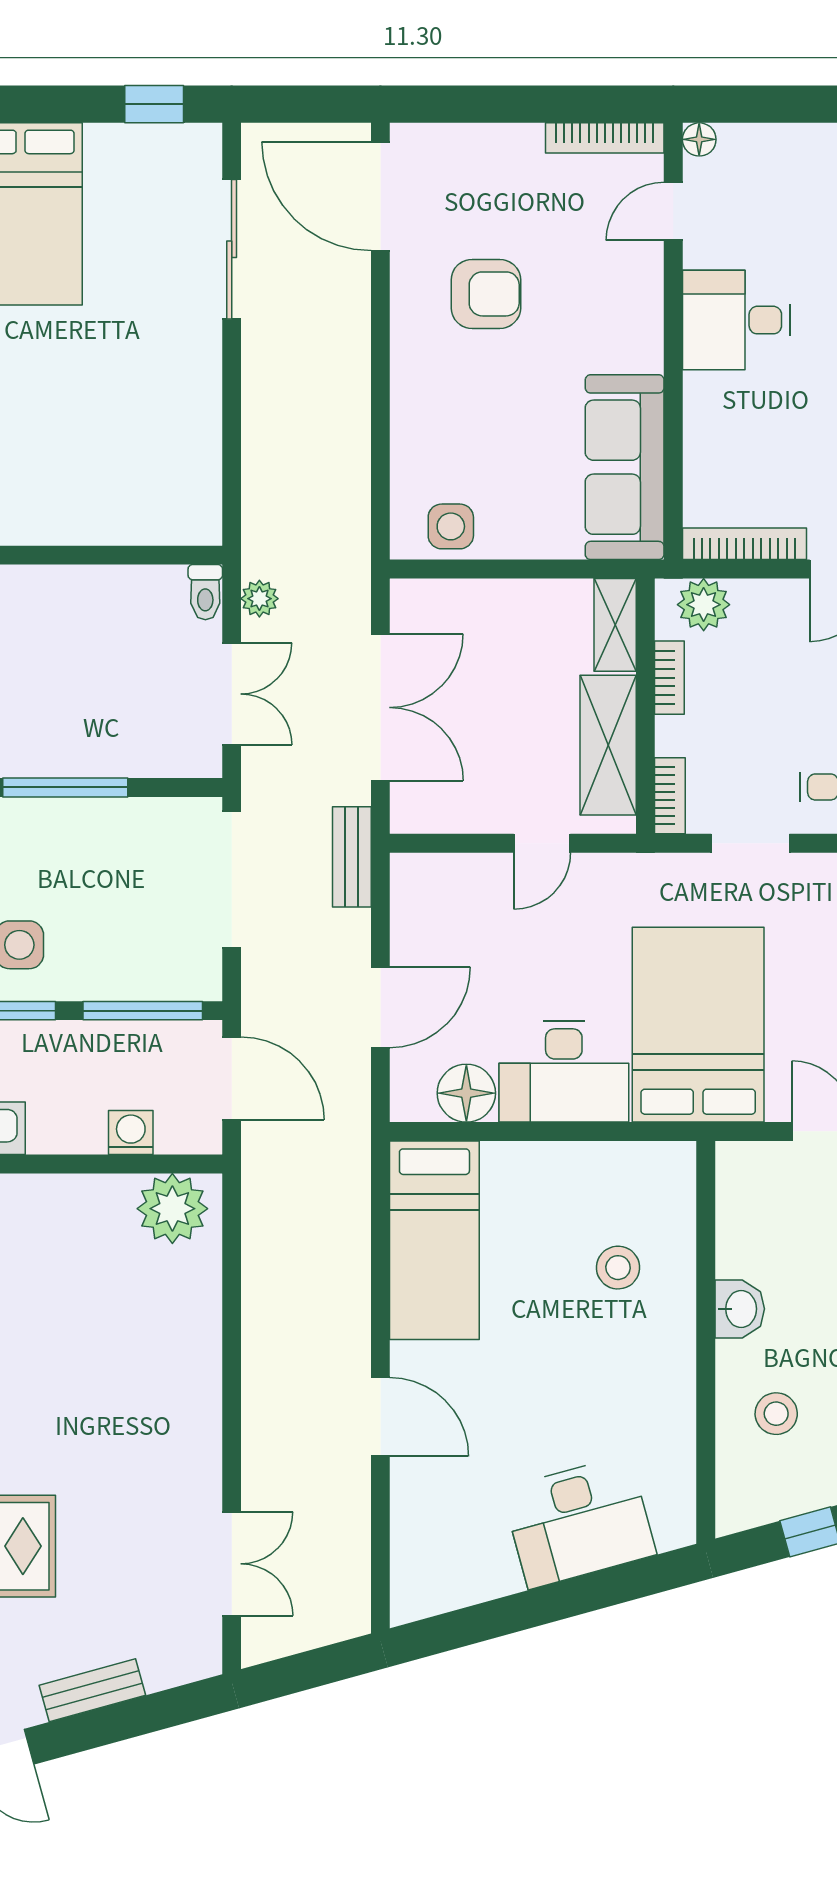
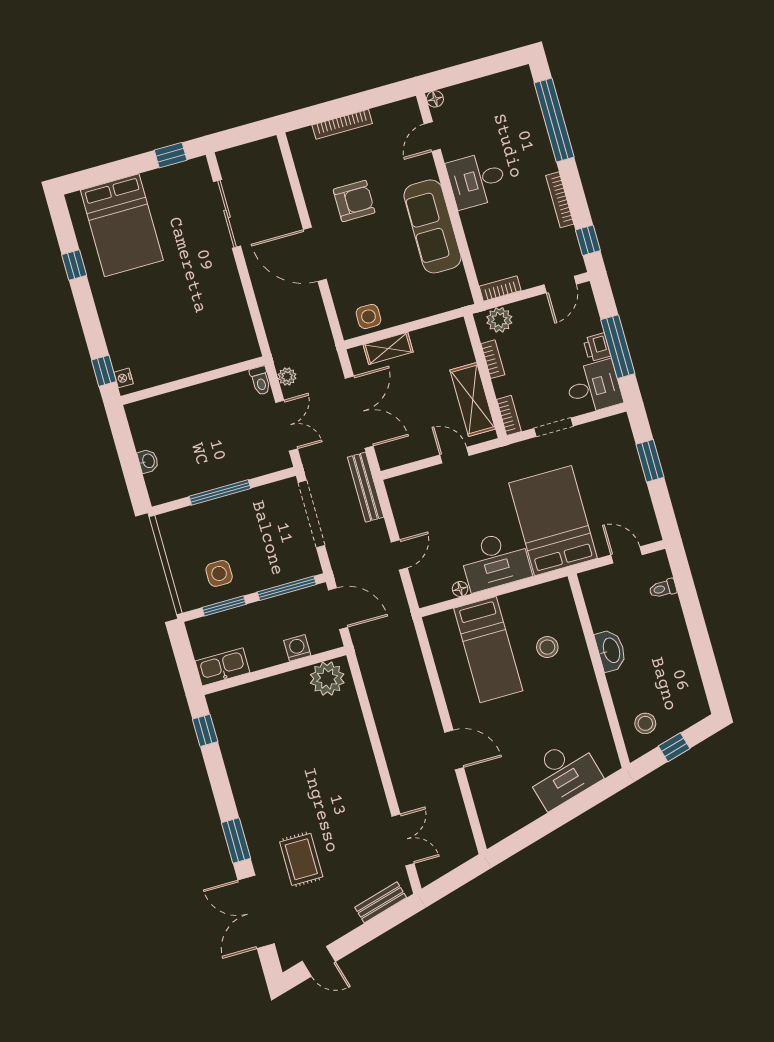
bookcase: (605, 138) -> (342, 124), moved
door: (380, 196) -> (315, 254), moved
sofa: (625, 467) -> (432, 226), moved
bookcase: (744, 544) -> (500, 288), width x0.64
shelving: (615, 625) -> (388, 348), moved, turned 90
door: (542, 843) -> (454, 455), swing flipped
bench: (352, 857) -> (366, 487), width x1.36
door: (380, 1007) -> (399, 555), width x0.73
floor lamp: (466, 1093) -> (460, 589), width x0.53, depth x0.53
bed: (434, 1240) -> (488, 650), moved
washbasin: (740, 1309) -> (611, 650), width x1.38
stool: (776, 1414) -> (645, 723), moved
bench: (92, 1690) -> (381, 902), moved

